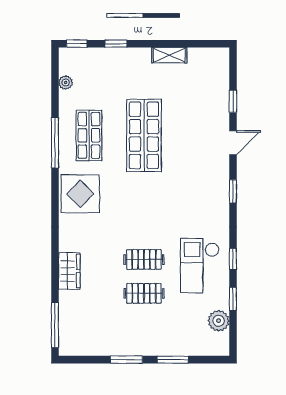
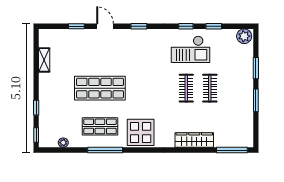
shelving: (169, 55) -> (44, 60), moved
wardrobe: (69, 271) -> (194, 140), width x1.50
plant: (219, 321) -> (244, 36), moved

